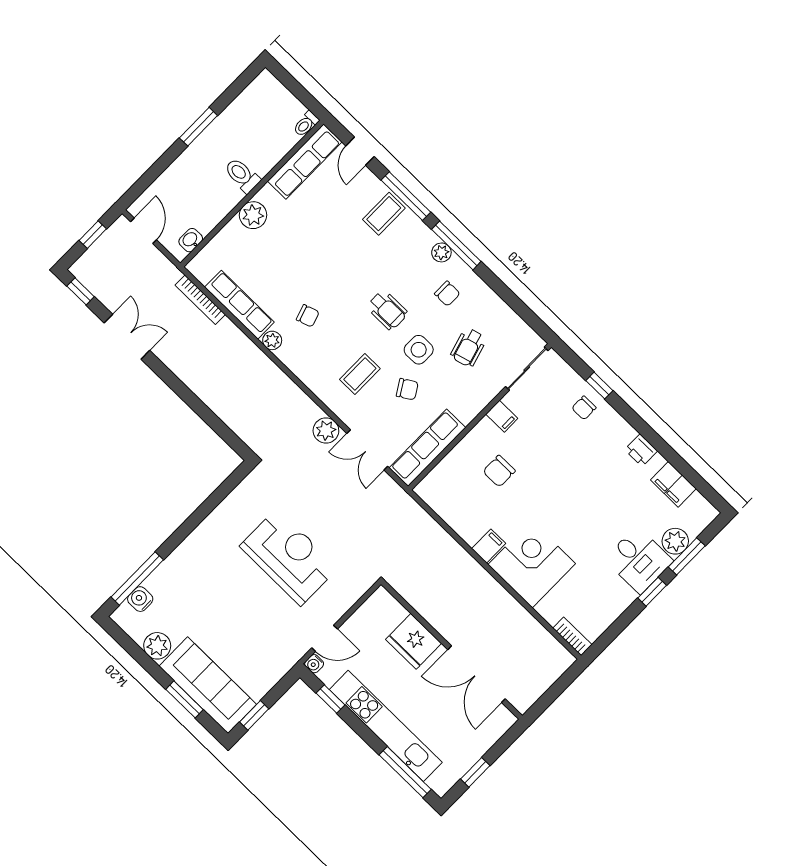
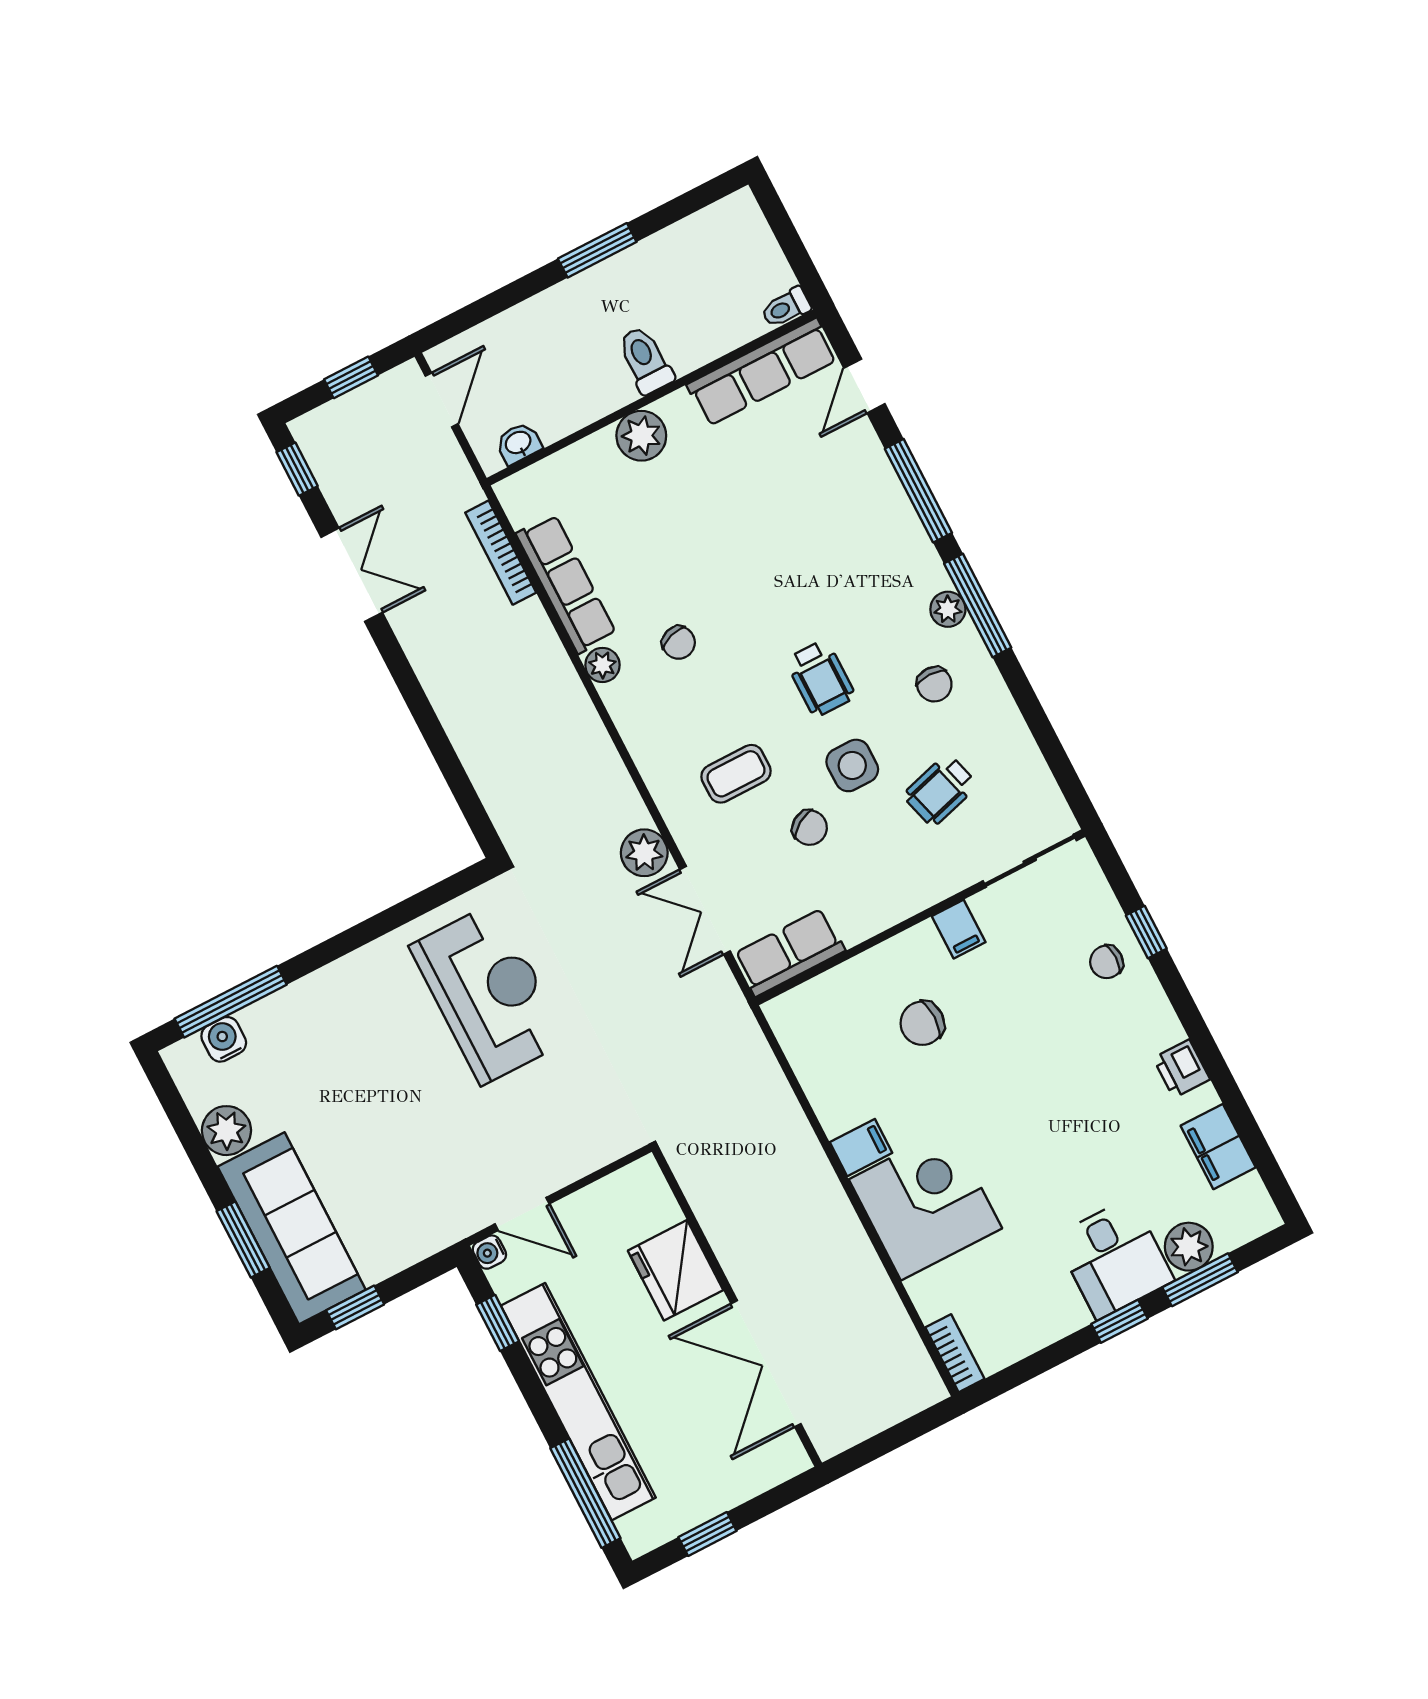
coffee table: (384, 214) -> (870, 509), removed
row of seats: (427, 448) -> (789, 952), width x0.68
reception desk: (289, 557) -> (489, 993), moved

